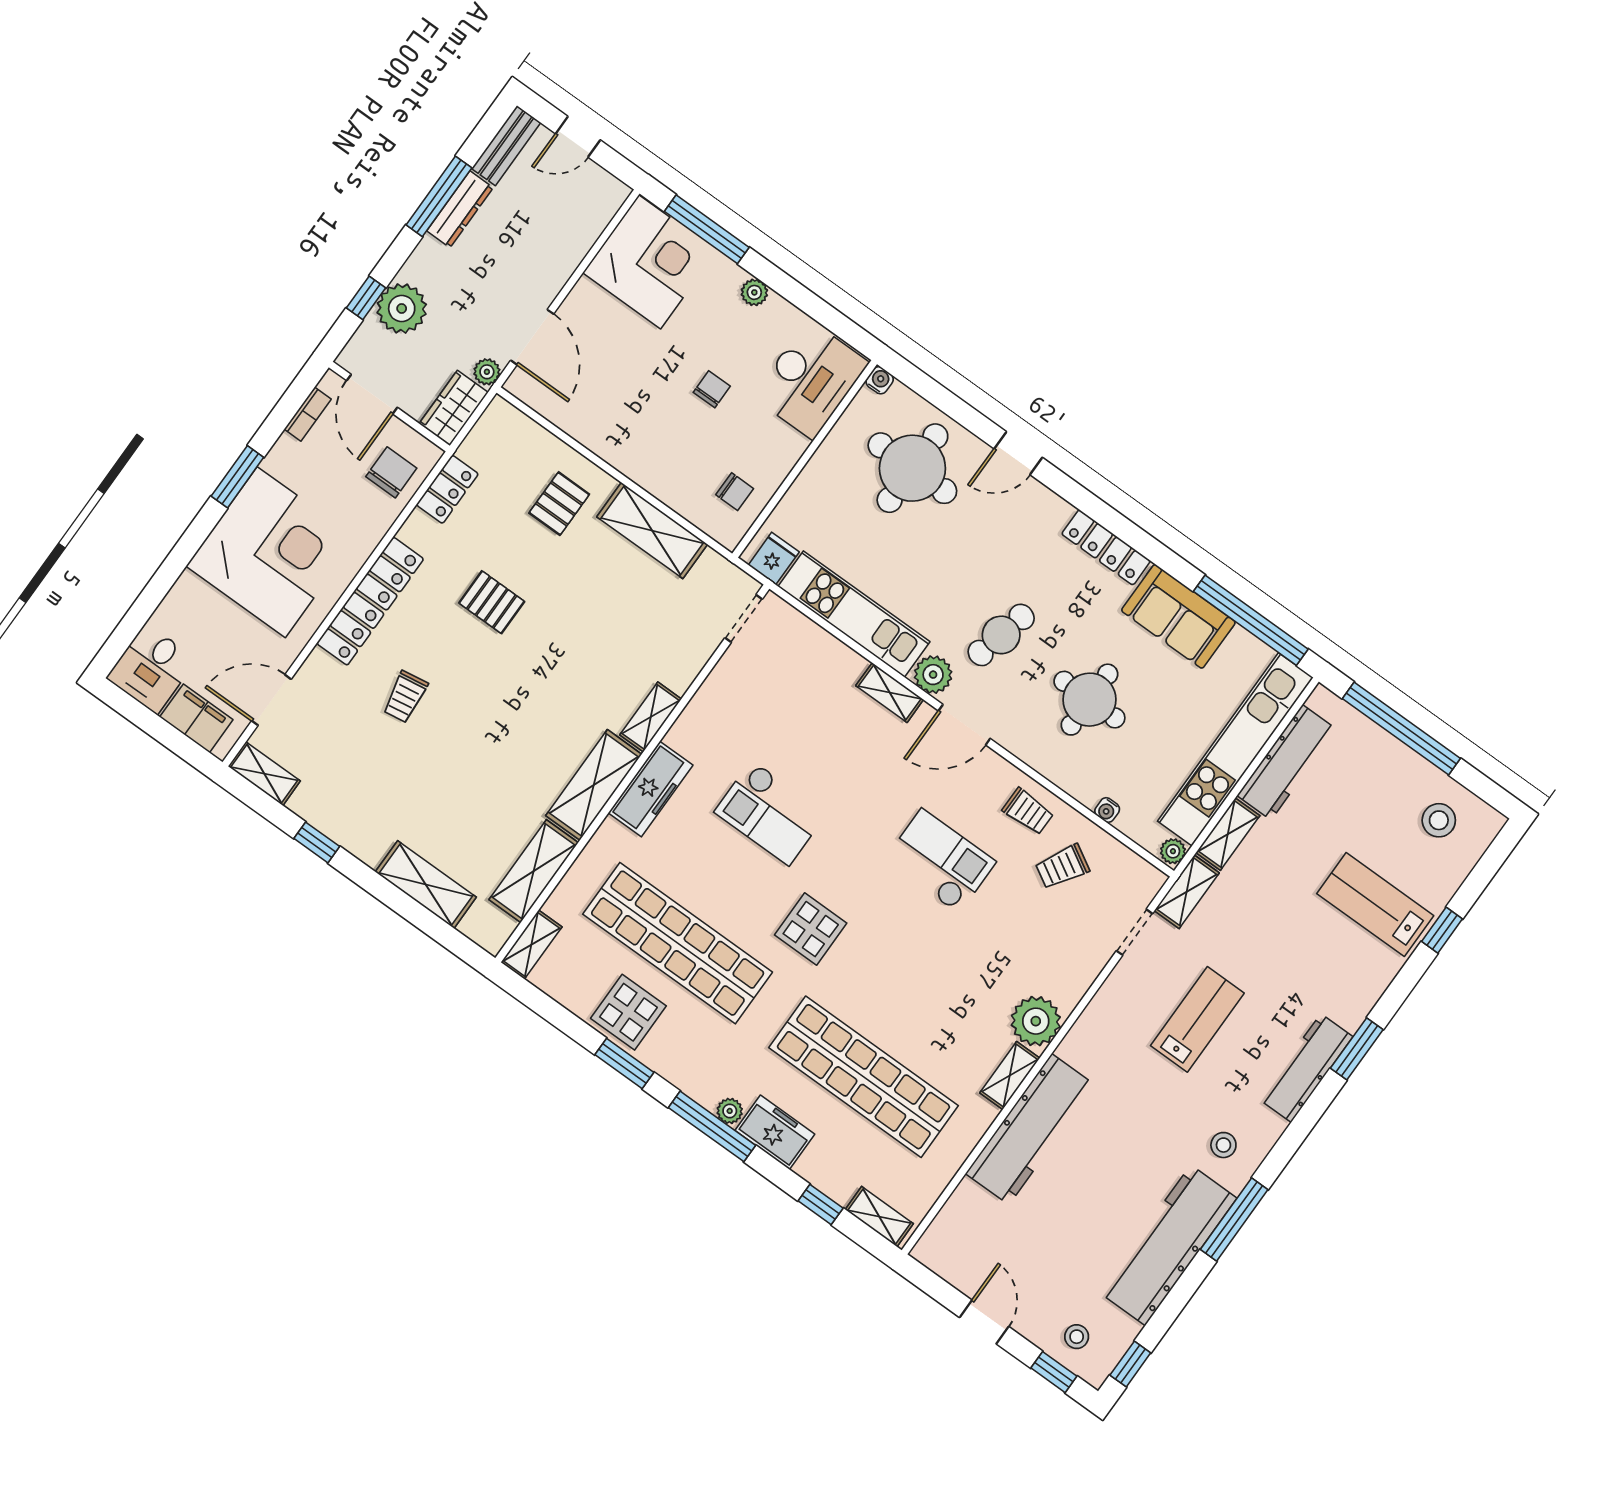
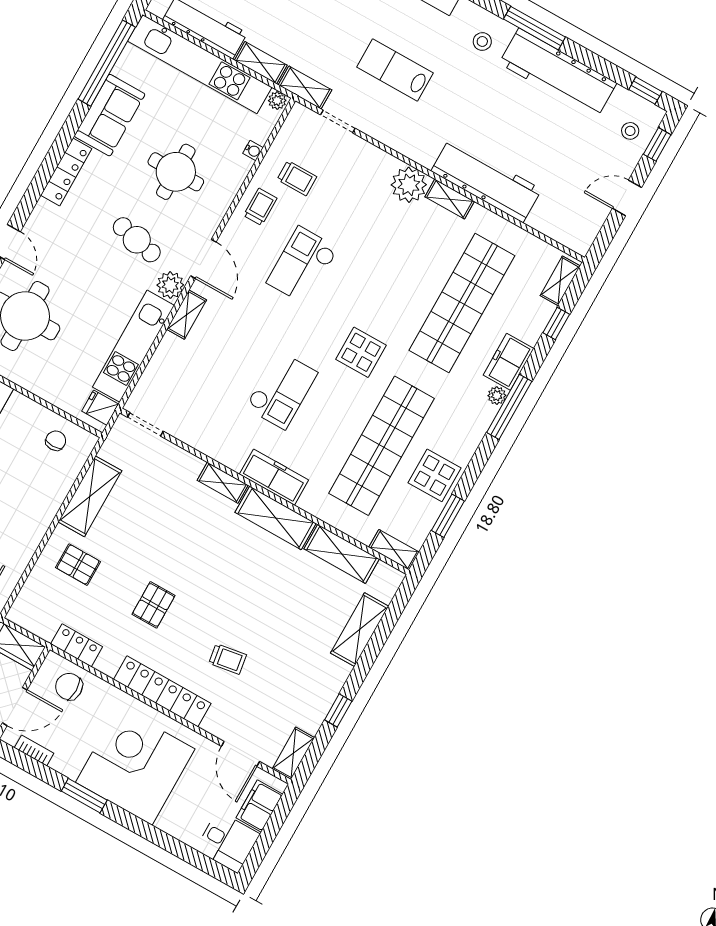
trolley: (1062, 867) -> (297, 178), turned -30
window: (624, 1063) -> (448, 516), moved

